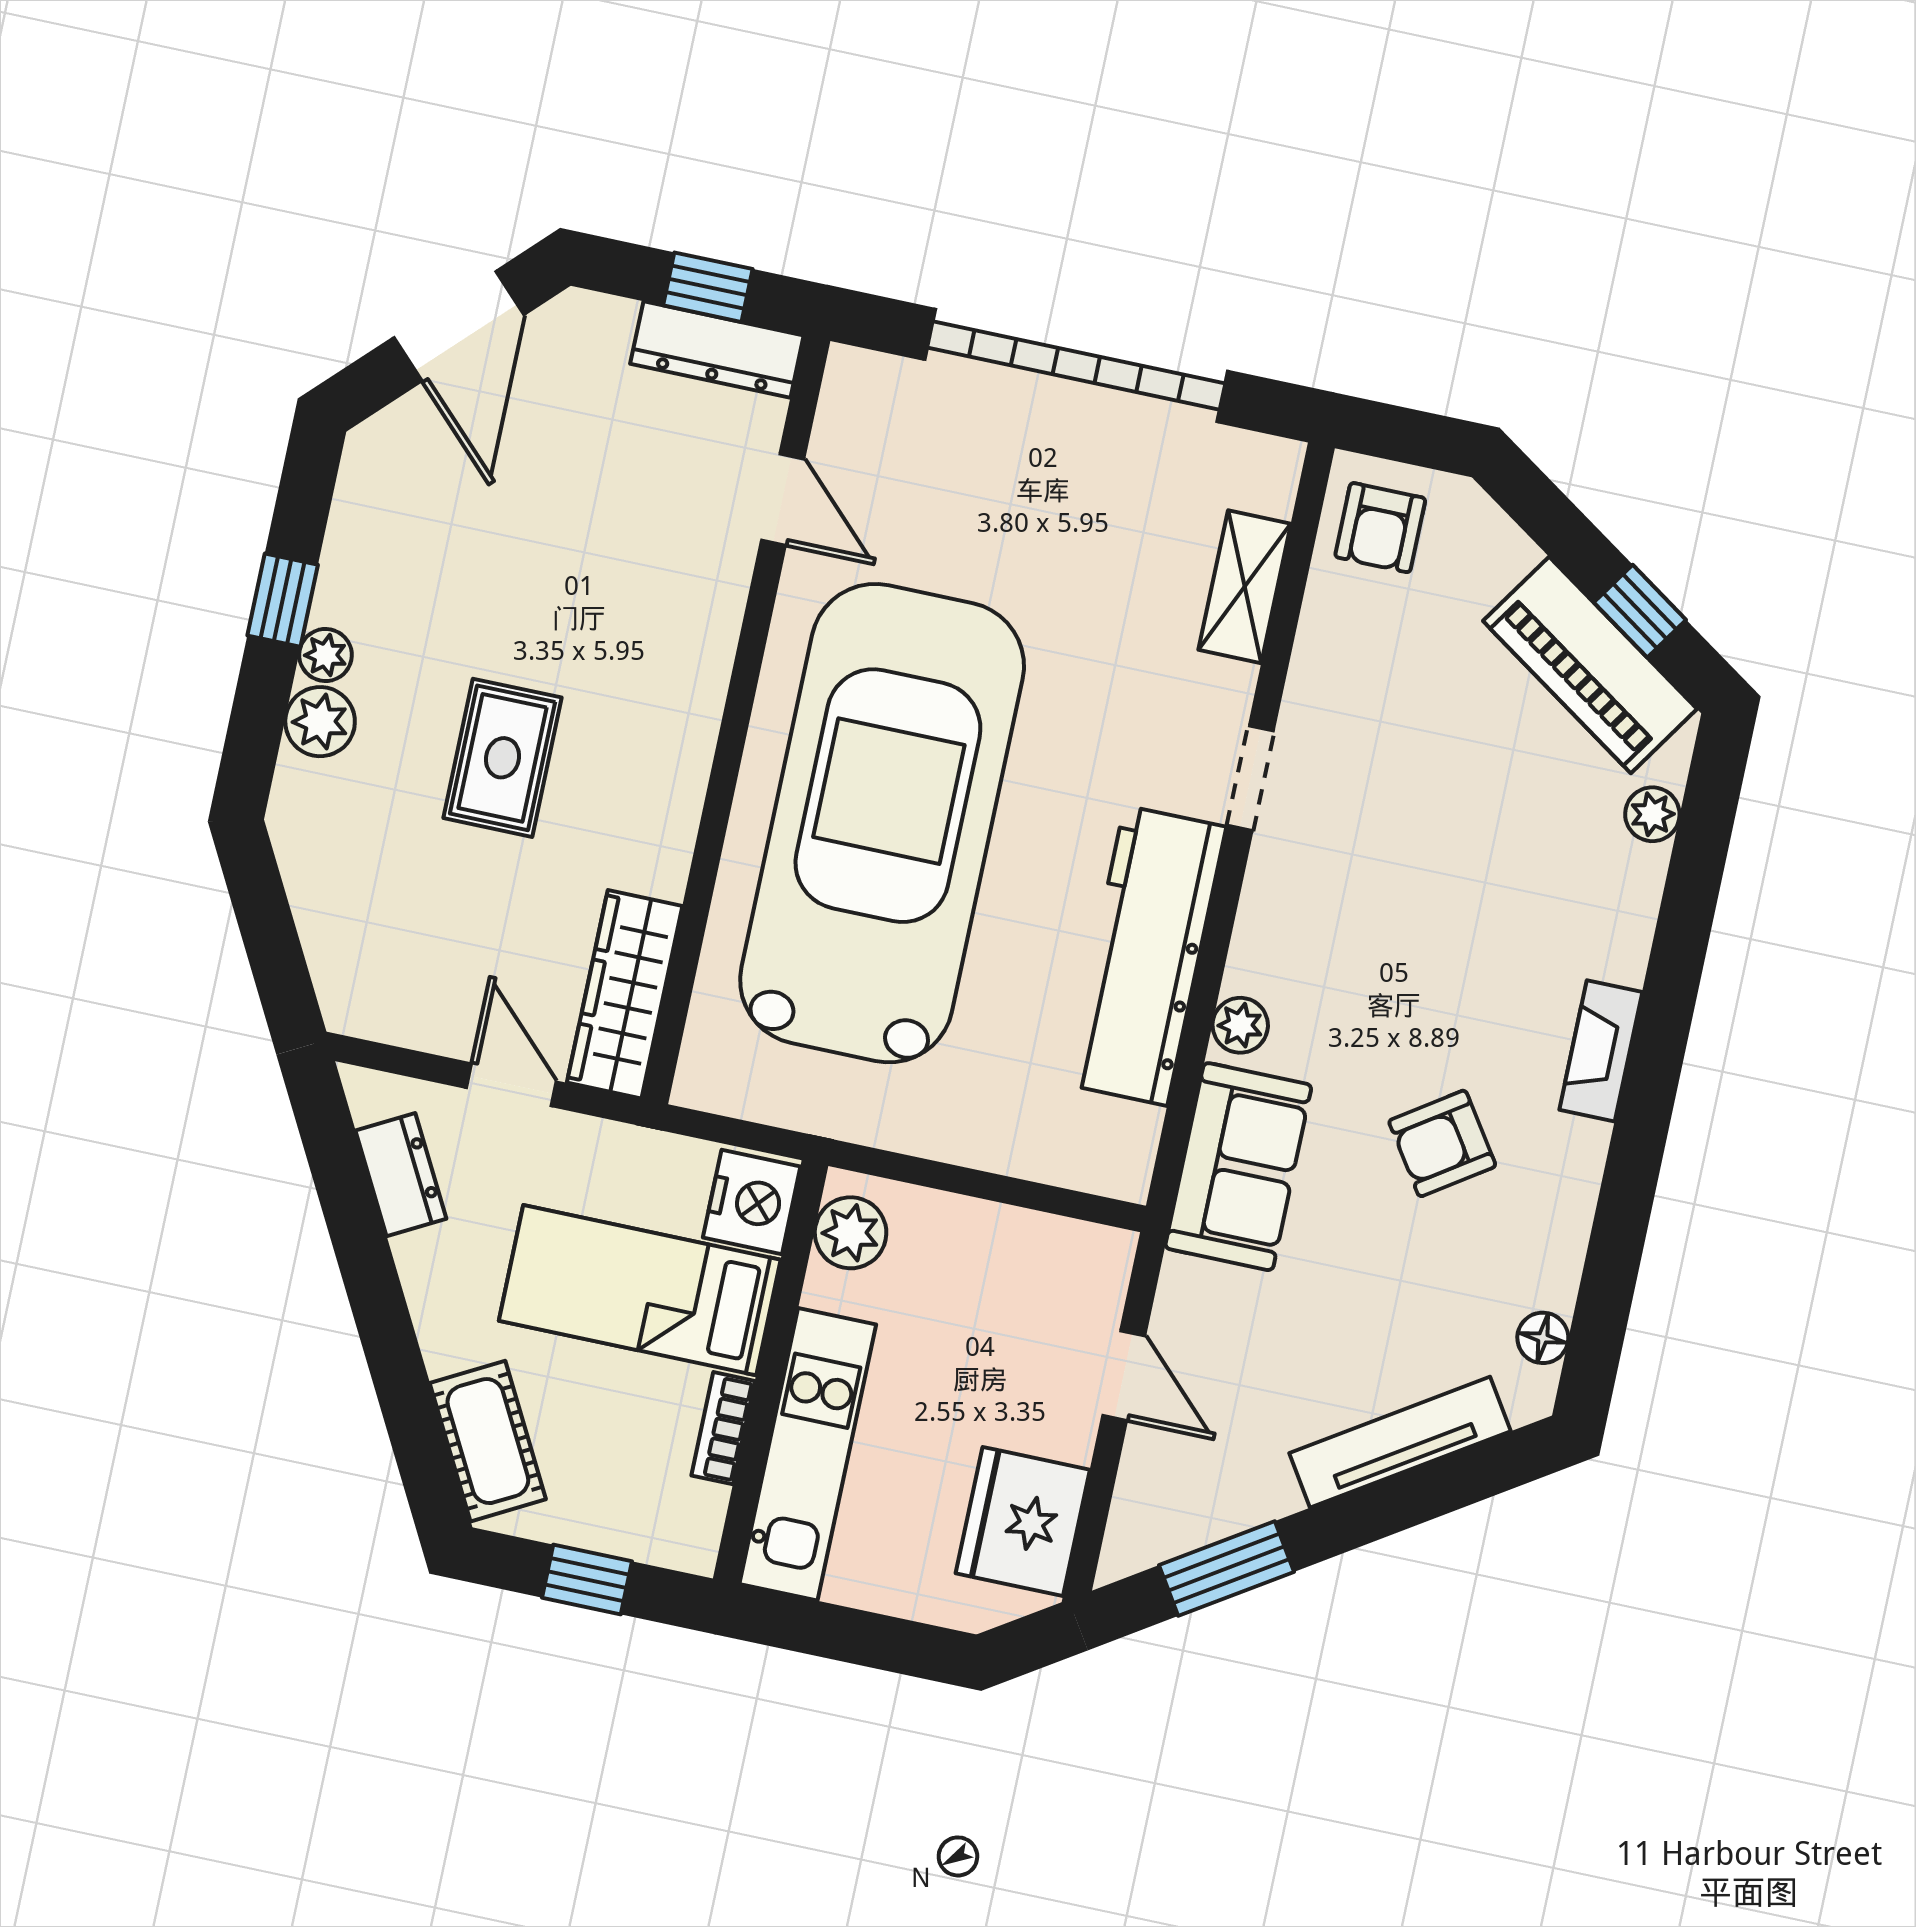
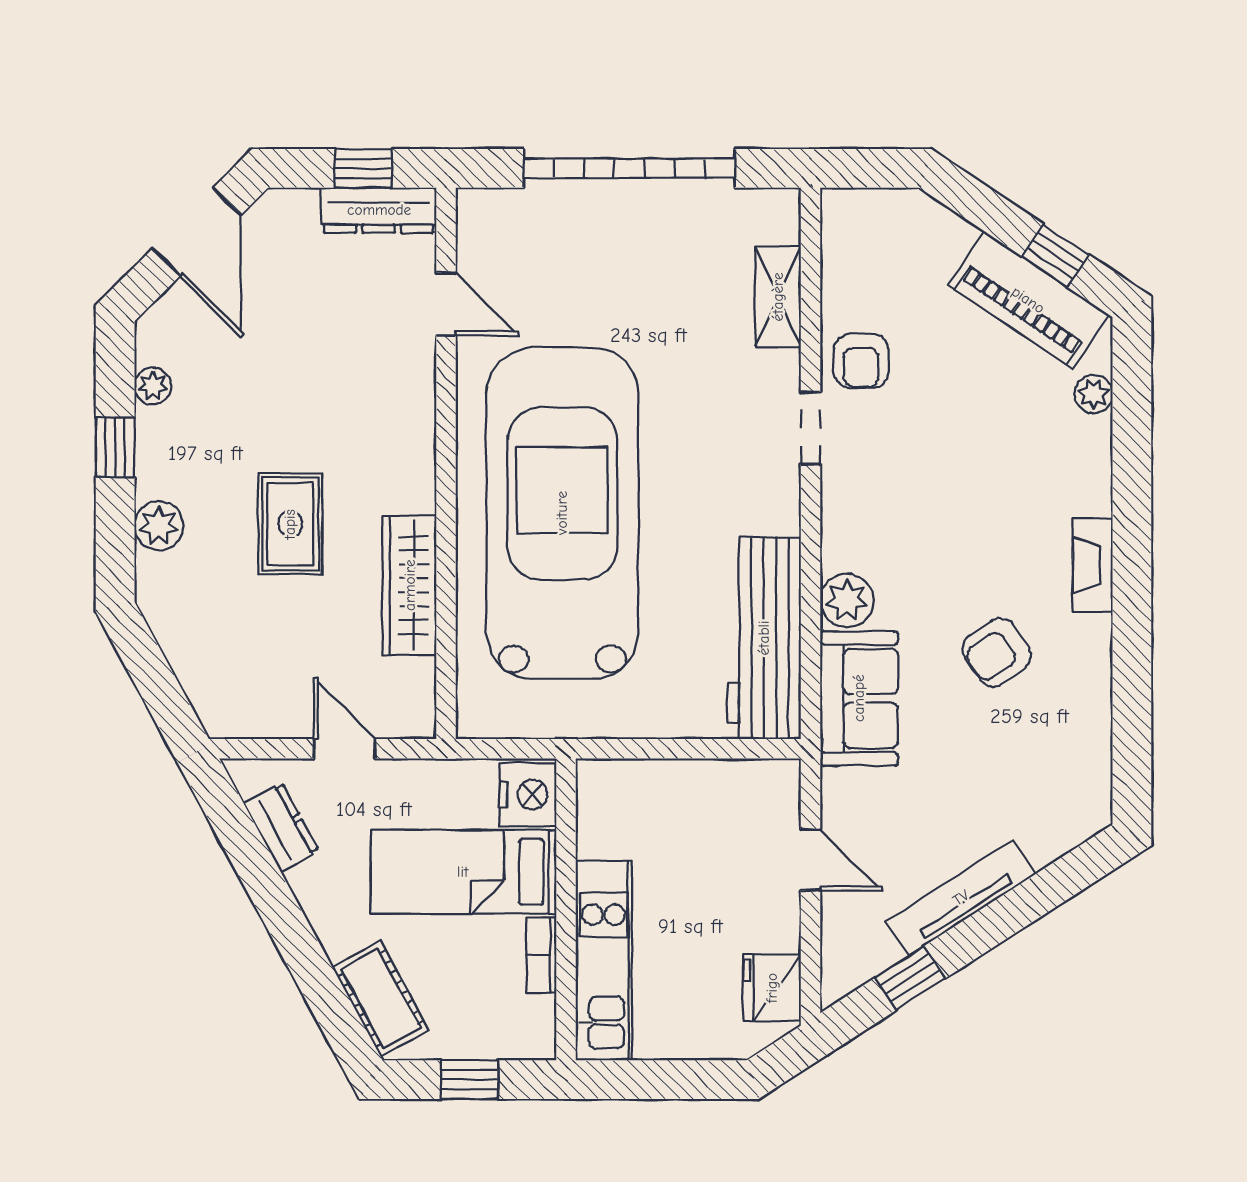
armchair: (1380, 528) -> (861, 361), moved
plant: (326, 655) -> (153, 386), moved
workbench: (1146, 956) -> (764, 638), moved
wardrobe: (625, 994) -> (410, 585), moved
plant: (1240, 1025) -> (847, 600), width x1.38, depth x1.38
plant: (851, 1233) -> (601, 801), removed
floor lamp: (1543, 1338) -> (1095, 772), removed
tv unit: (1400, 1442) -> (961, 898), moved
fridge: (1023, 1521) -> (772, 988), width x0.73, depth x0.75
window: (1226, 1568) -> (910, 978), width x0.67

